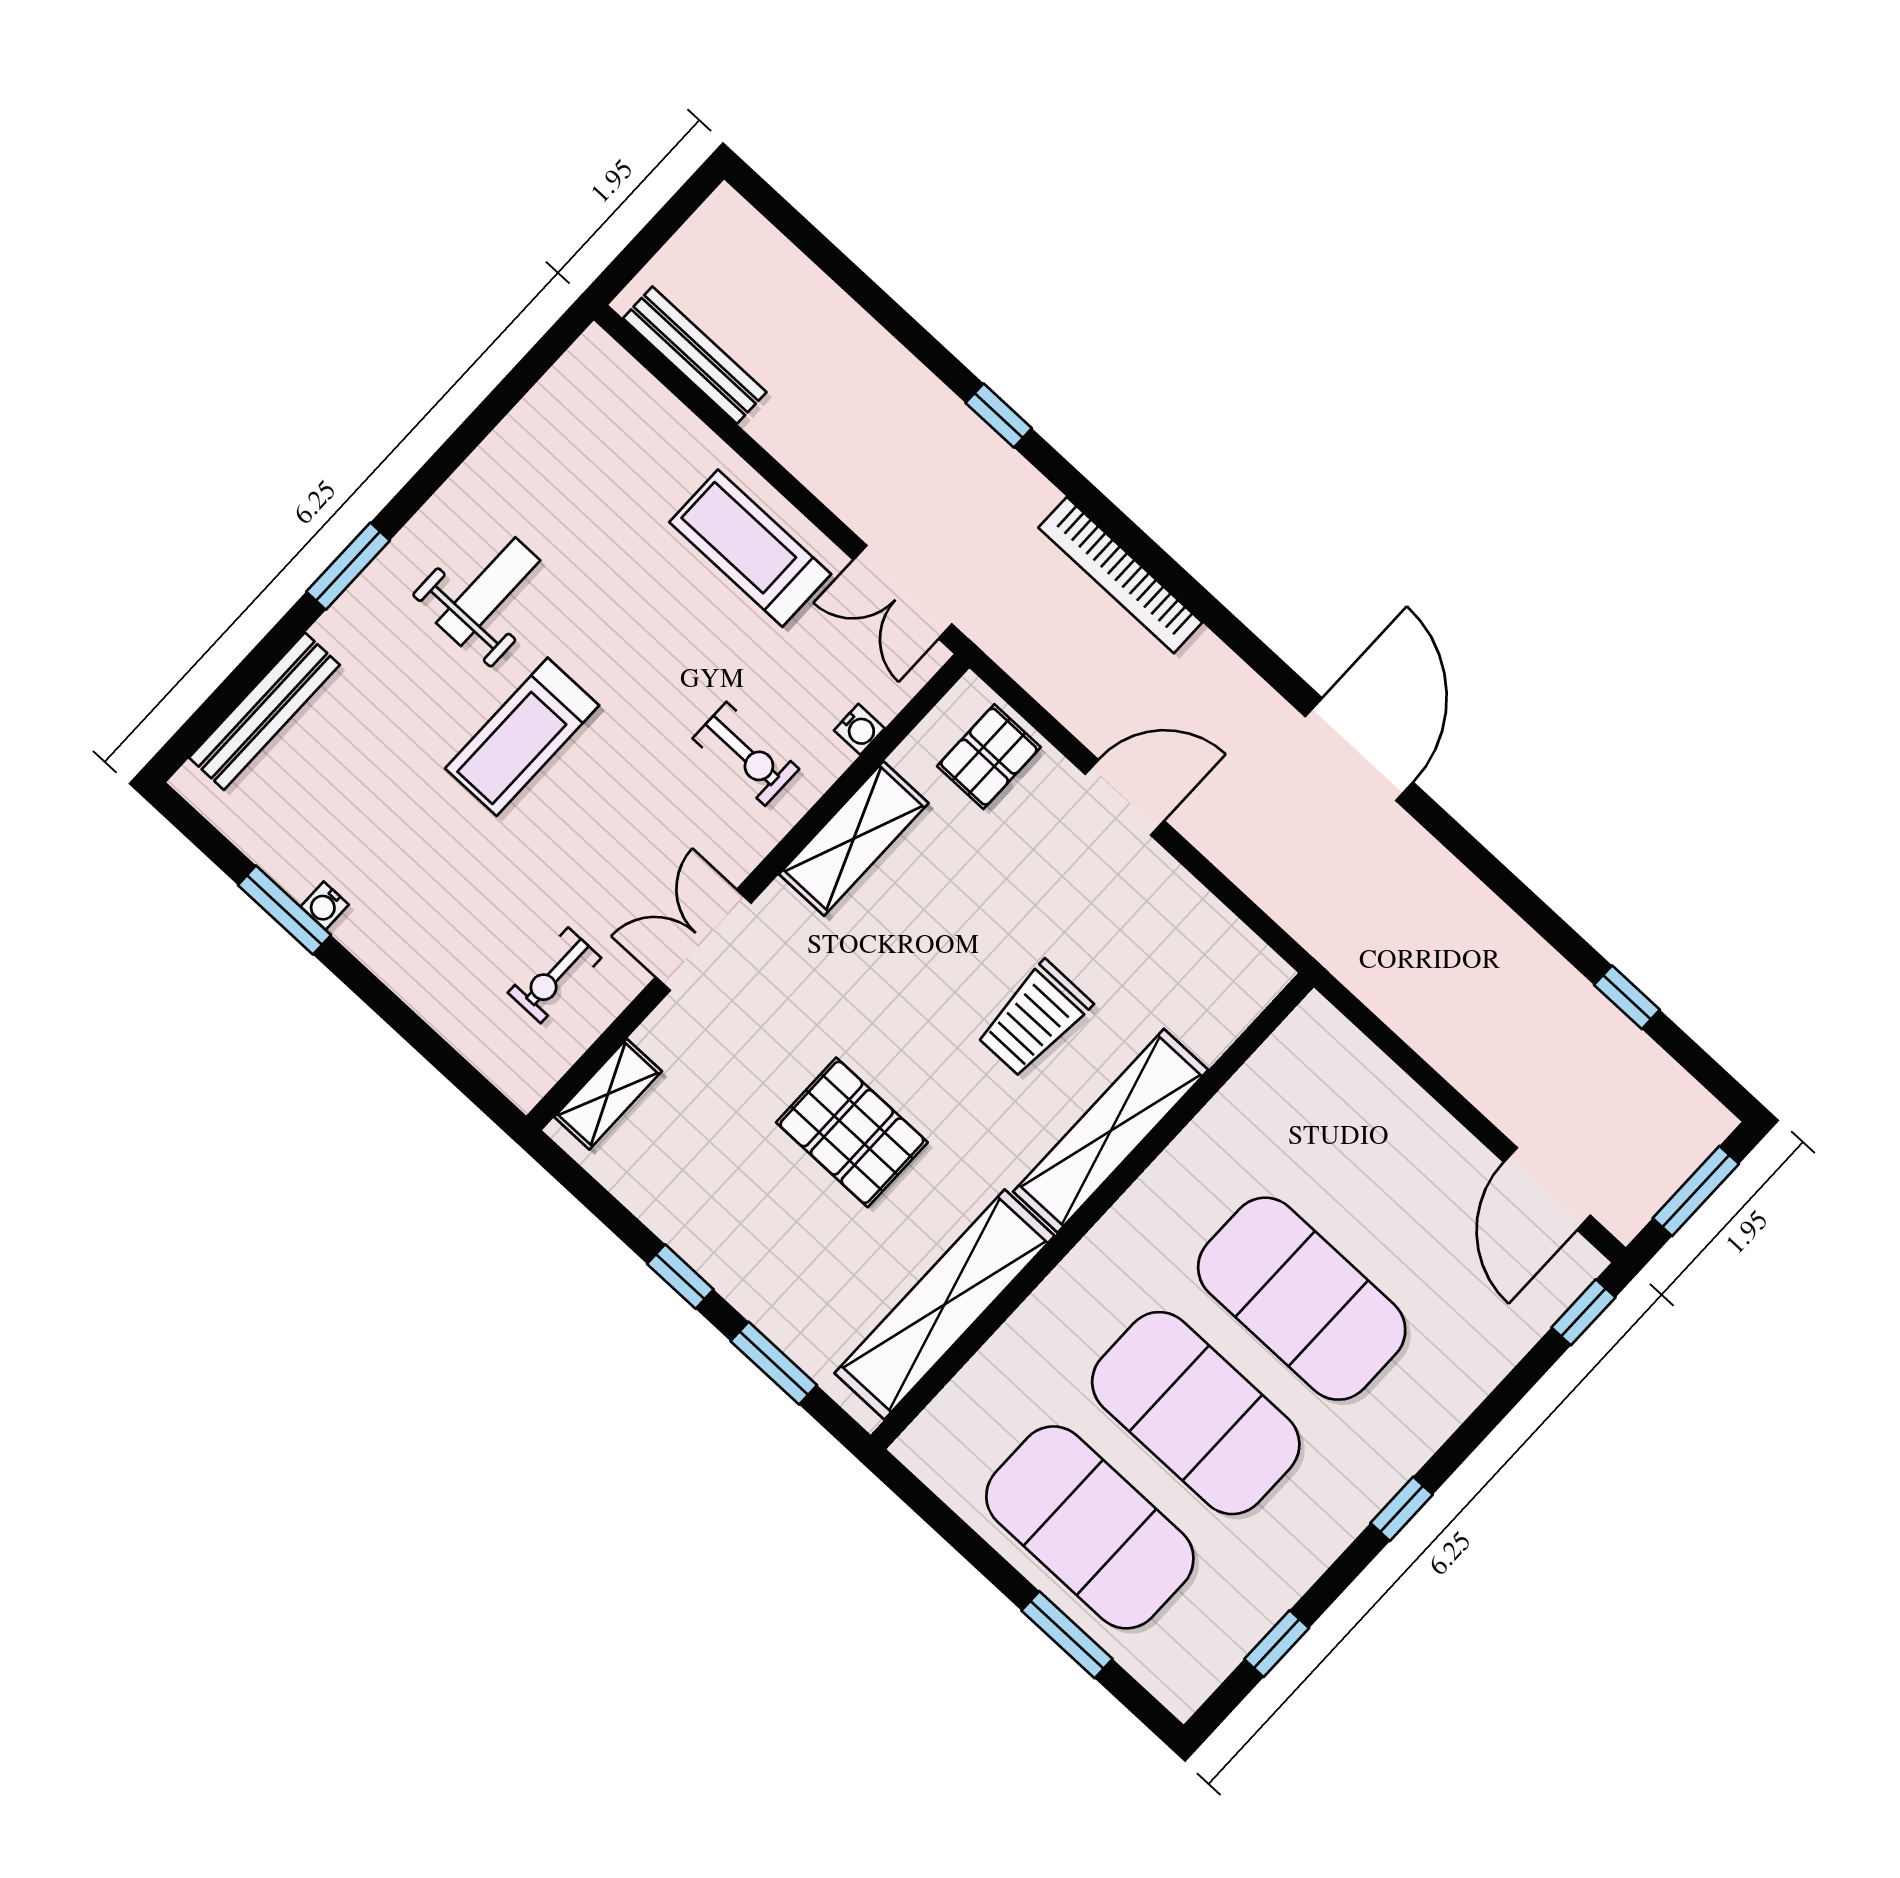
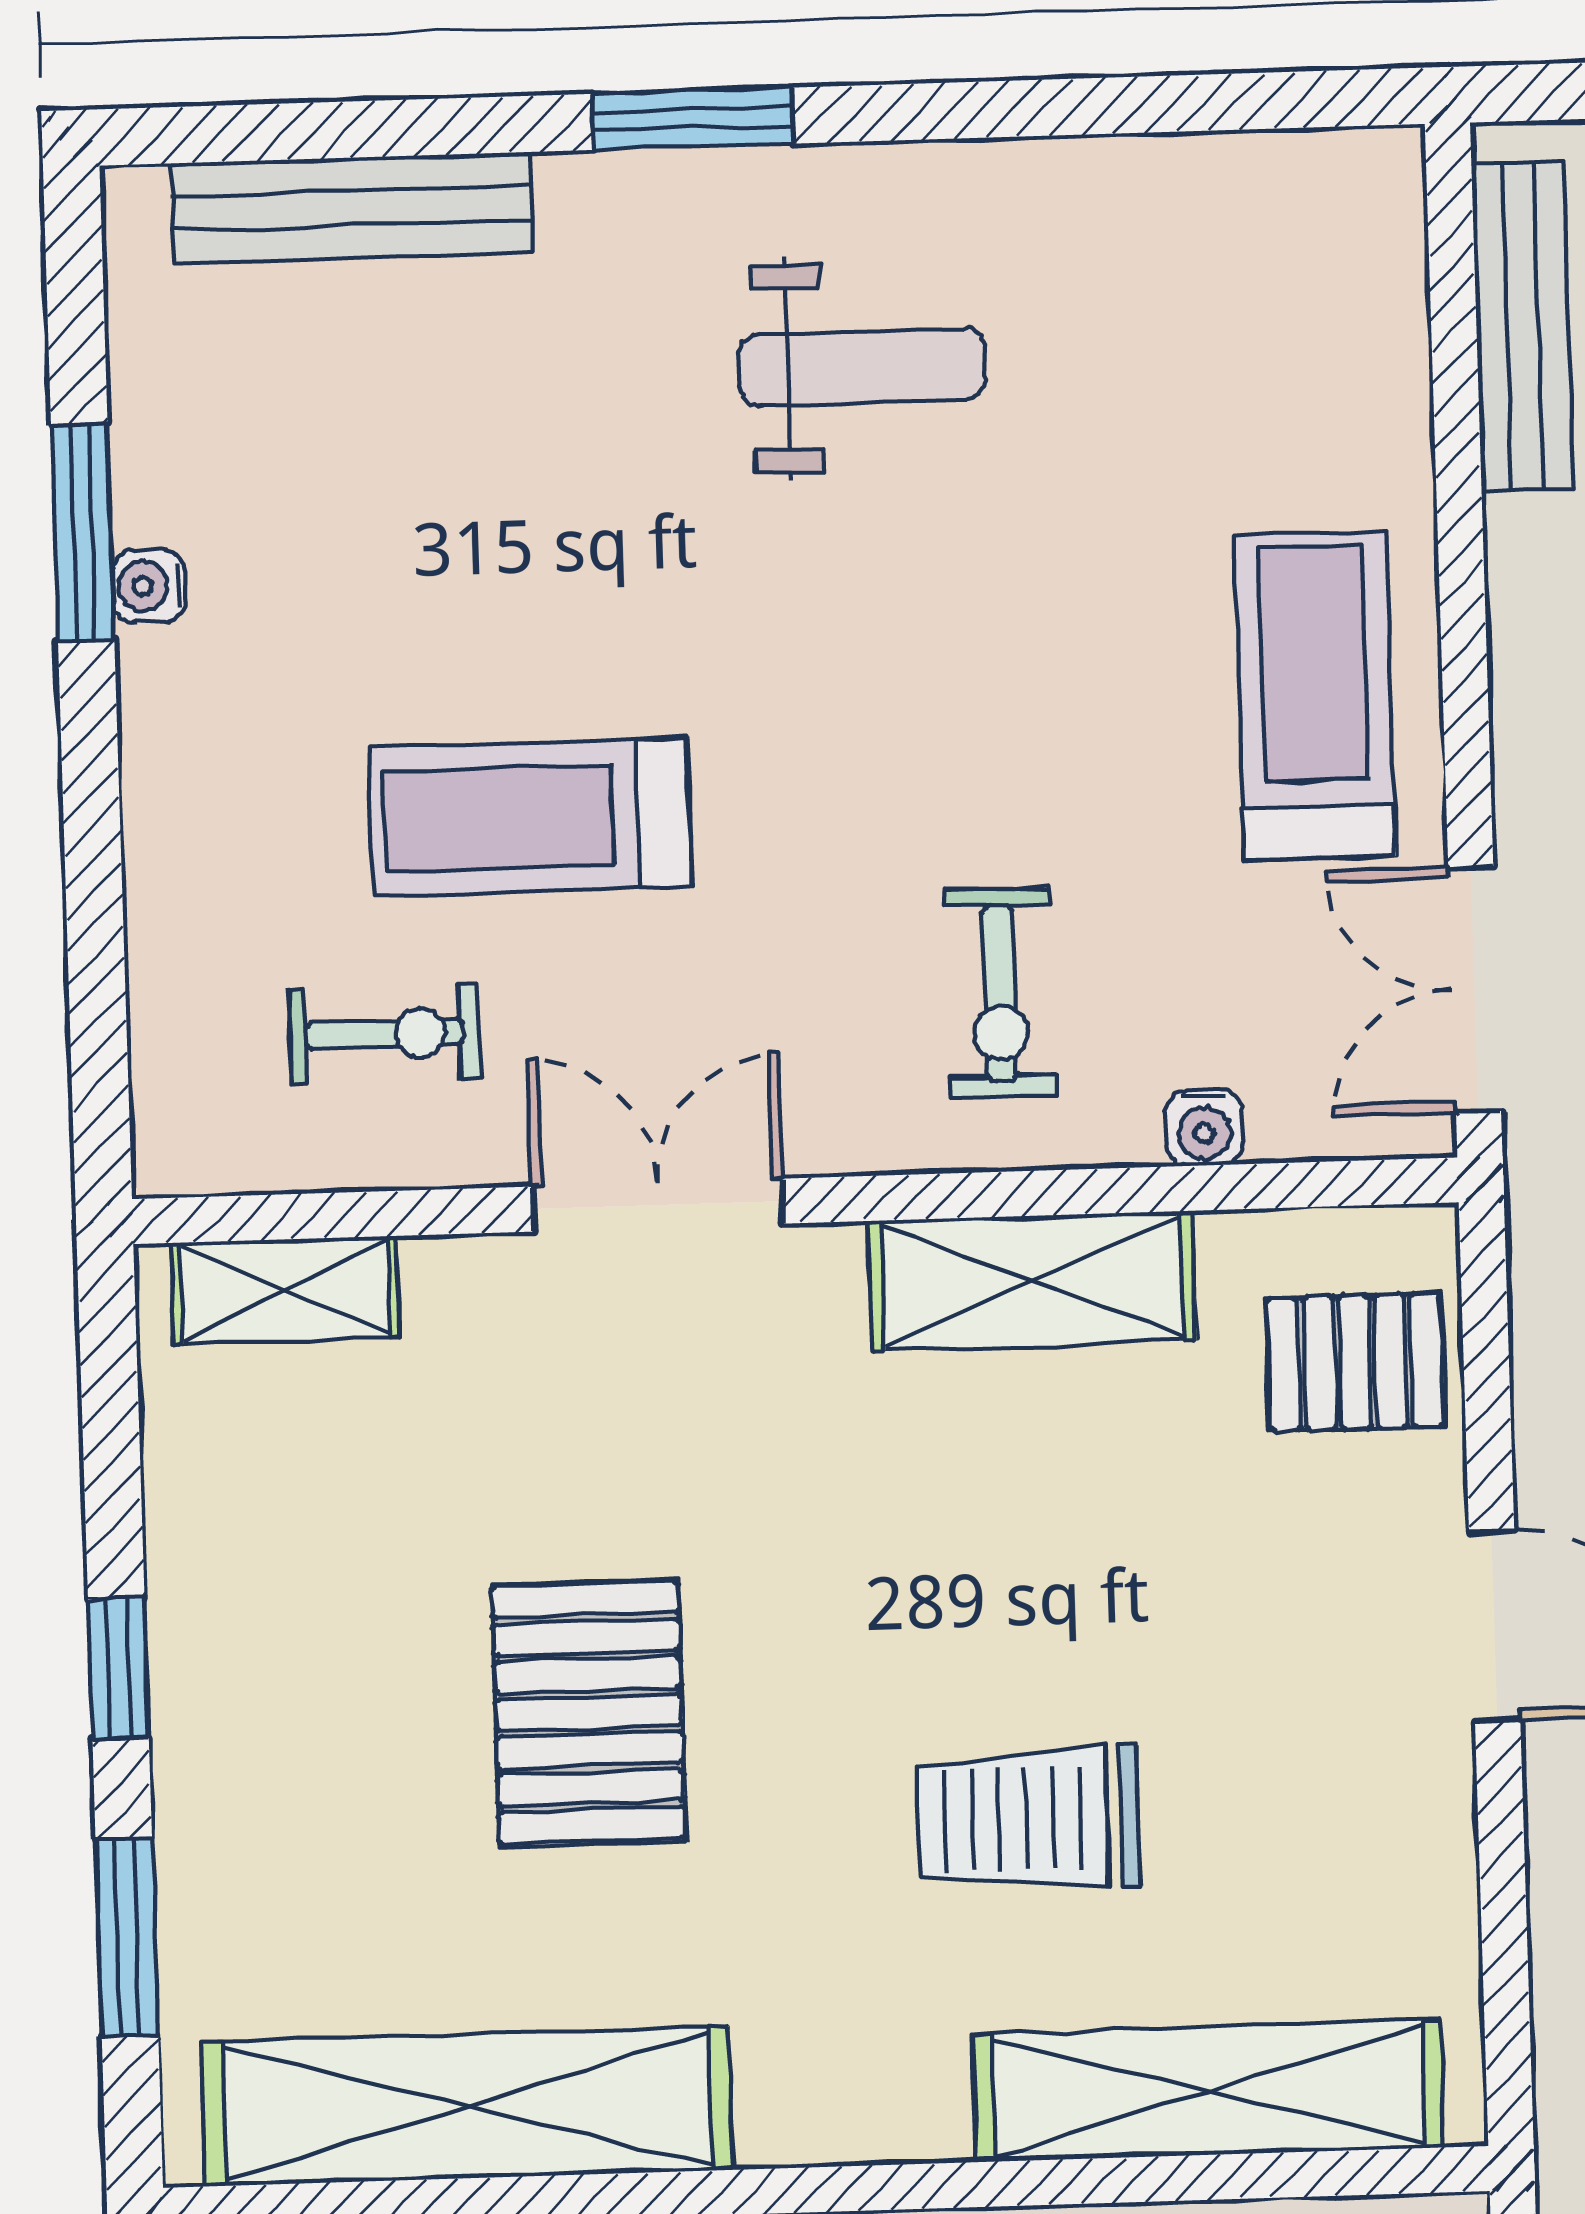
treadmill: (522, 737) -> (530, 817), moved
exercise bike: (554, 975) -> (384, 1034), turned 180
shelving: (1111, 1131) -> (1208, 2091), moved

